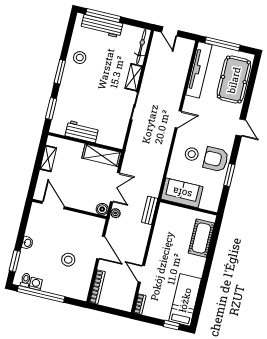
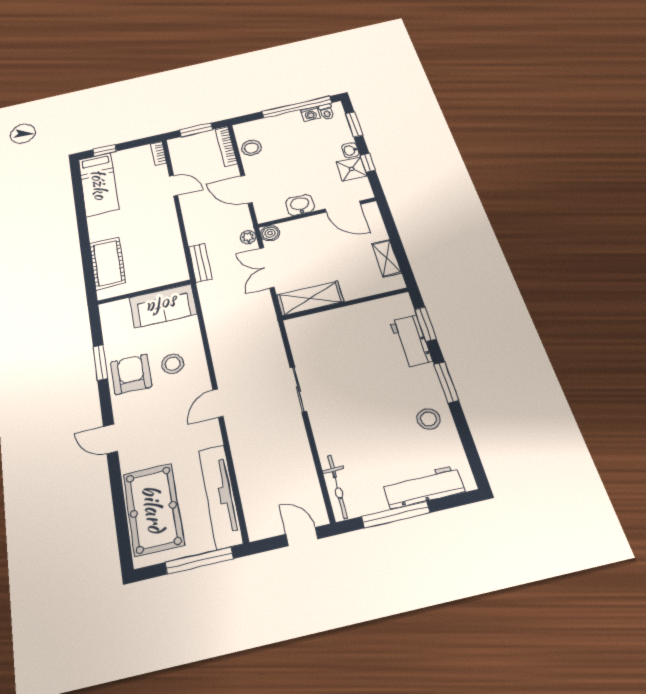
window: (103, 15) -> (396, 515), moved
shelving: (134, 77) -> (323, 431), removed
workbench: (82, 132) -> (411, 341), moved, turned 90
armchair: (216, 159) -> (131, 374), turned -90
washbasin: (76, 219) -> (300, 205), added
window: (23, 228) -> (368, 163), added
shower: (34, 229) -> (352, 169), added
stool: (68, 260) -> (252, 148), moved
window: (110, 310) -> (196, 130), added

